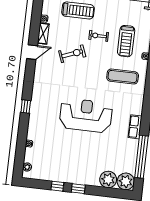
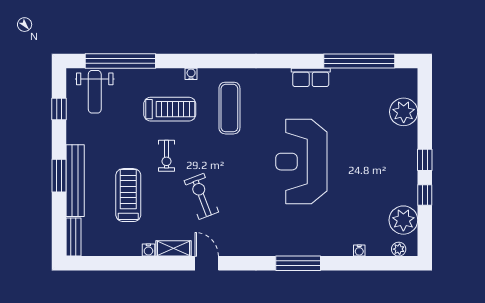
window: (26, 106) -> (298, 263), width x2.17
plant: (126, 181) -> (403, 220), moved

